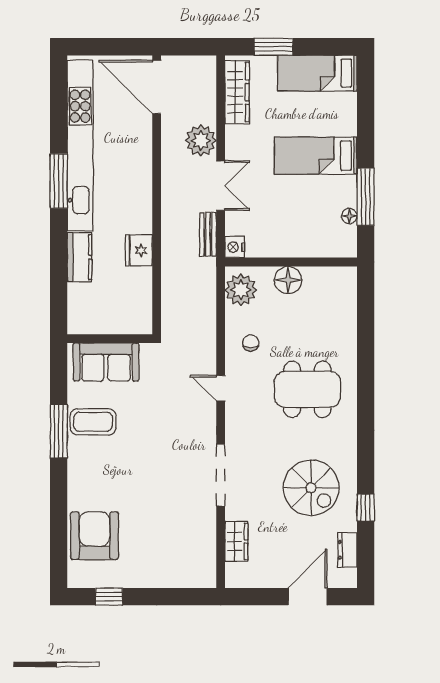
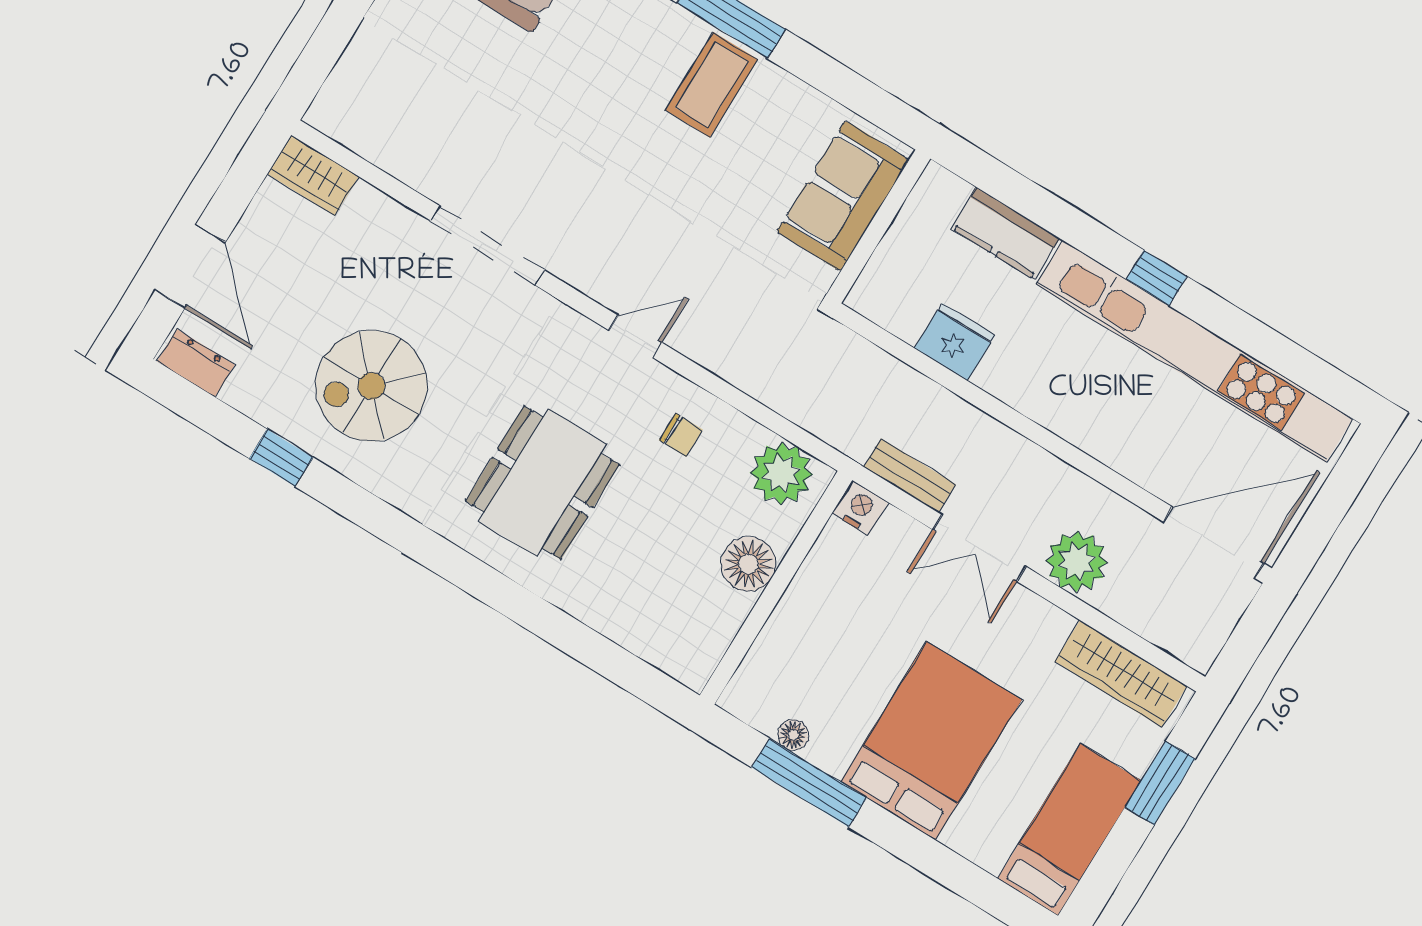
bed: (316, 156) -> (931, 741), width x1.50
window: (59, 181) -> (1157, 278), width x0.46
wall: (110, 339) -> (878, 227), moved
sofa: (106, 362) -> (843, 196), moved
wardrobe: (236, 541) -> (313, 175), moved
dresser: (347, 550) -> (196, 363), moved

